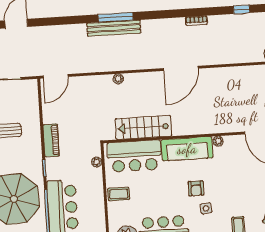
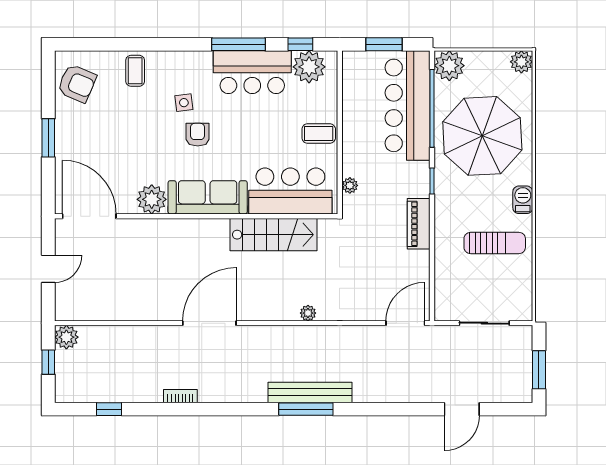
plant: (218, 141) -> (152, 199), width x1.88, depth x1.88

